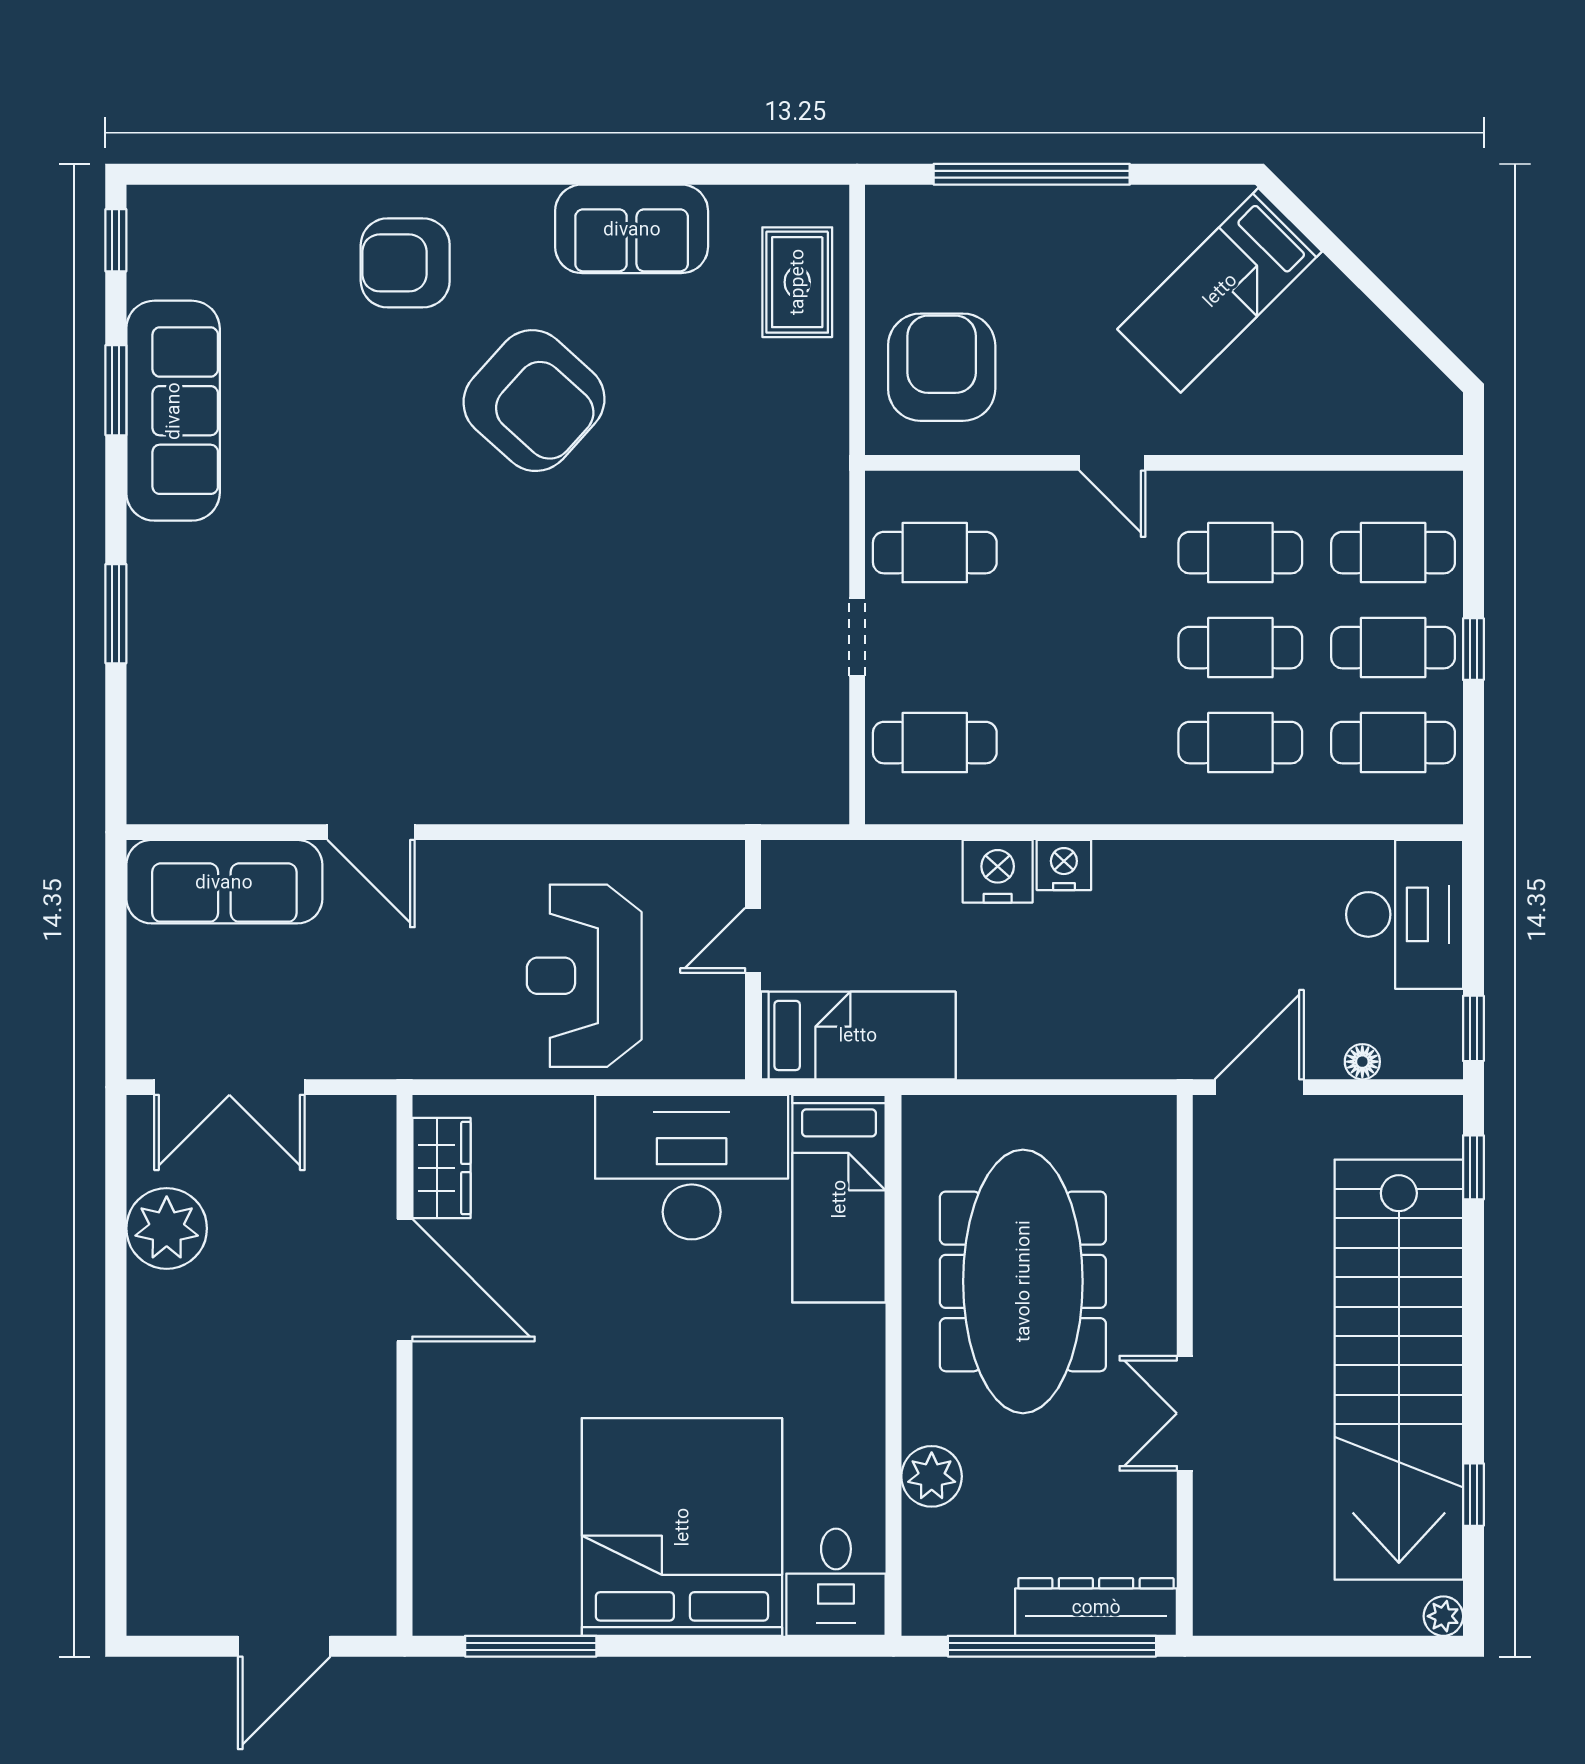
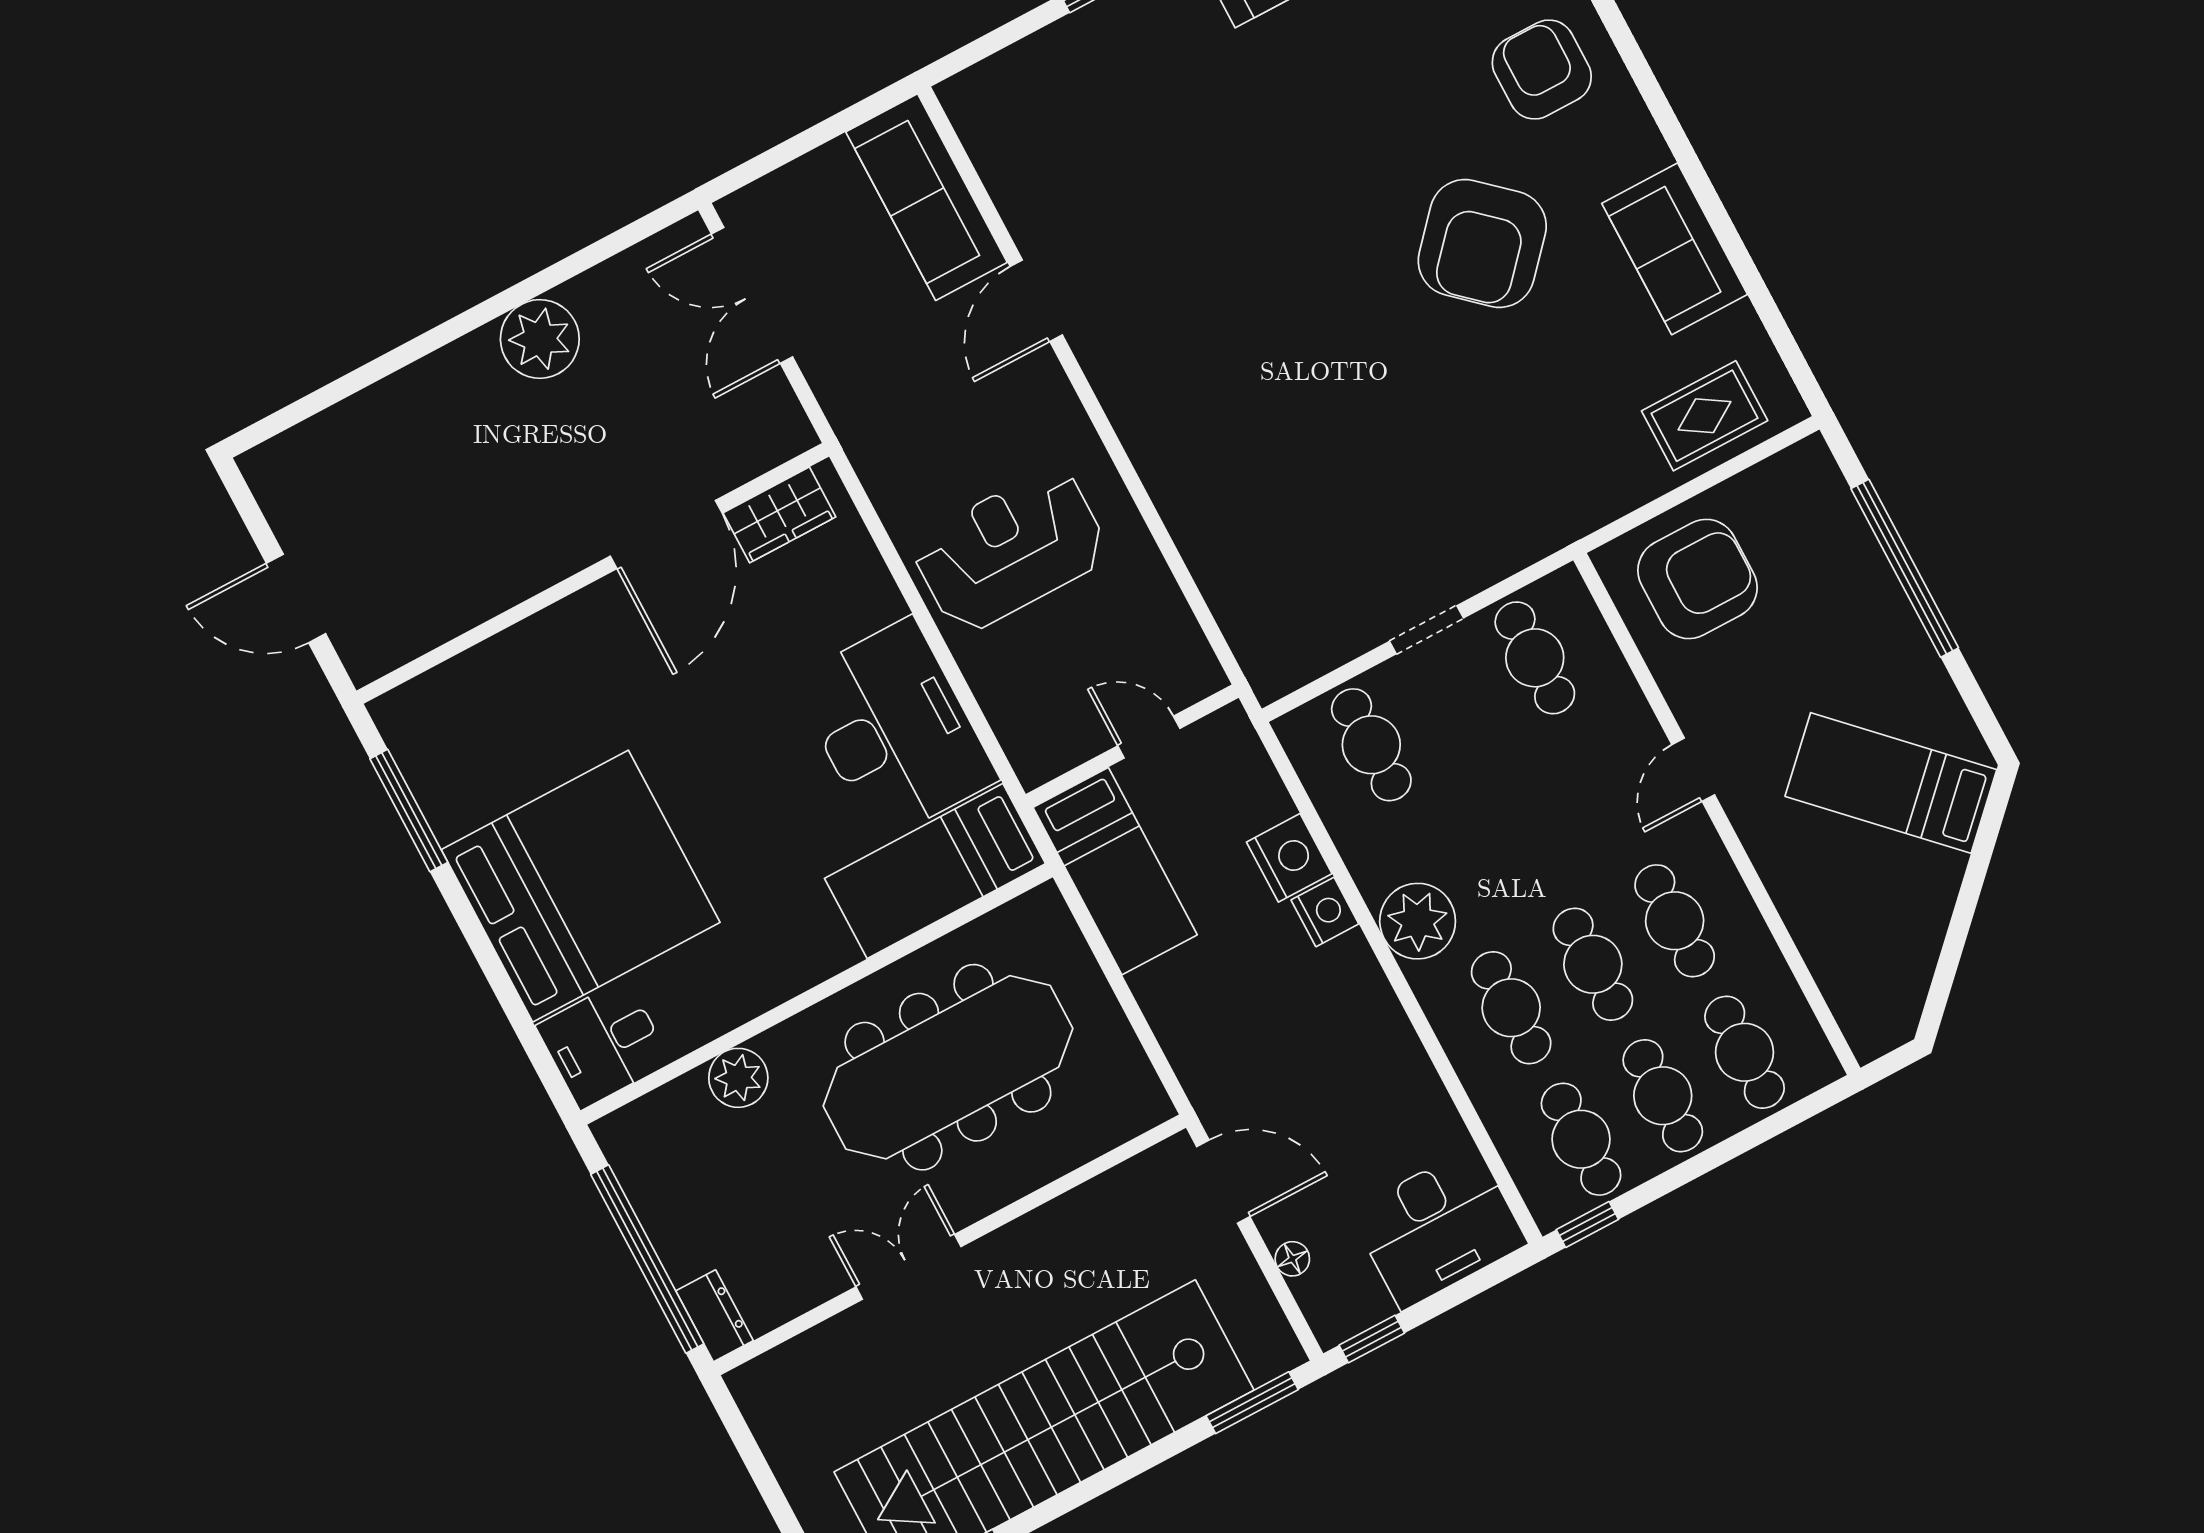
window: (1473, 649) -> (1587, 1224), moved
plant: (1117, 786) -> (1418, 921), added
door: (753, 940) -> (1149, 737), moved
wall: (753, 960) -> (1132, 746), moved
bed: (858, 1035) -> (1115, 871), moved
window: (1473, 1167) -> (1252, 1403), width x1.50
plant: (167, 1228) -> (540, 339), moved
dresser: (1096, 1607) -> (715, 1316), width x0.51, depth x0.80

